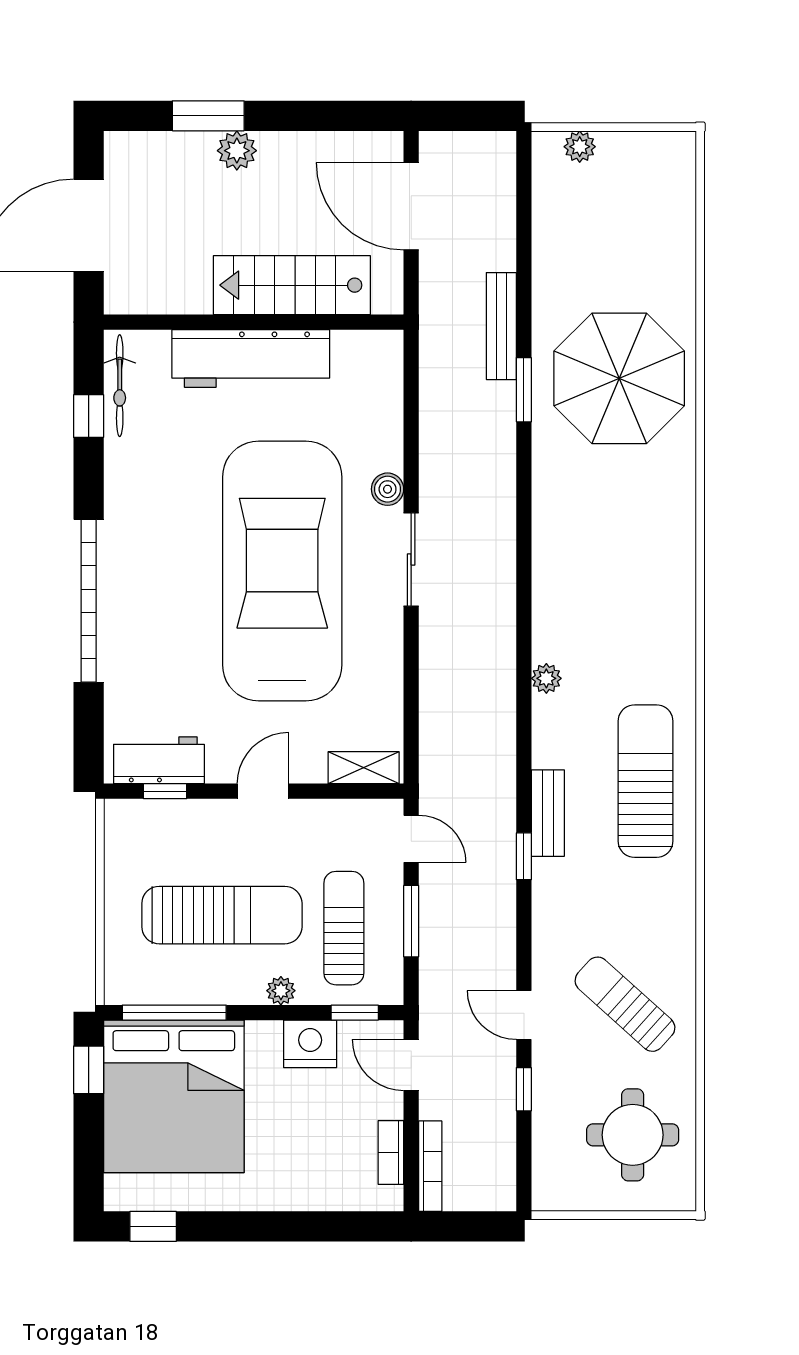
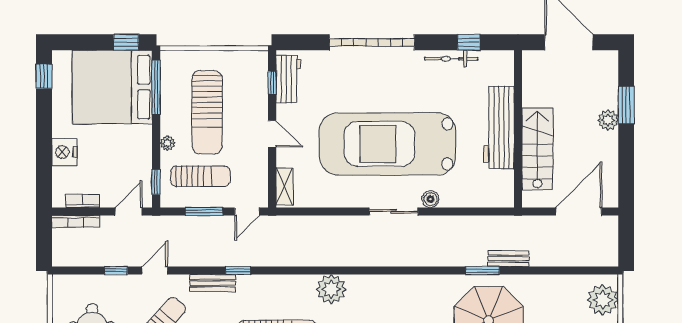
plant: (580, 147) -> (603, 300), width x1.88, depth x1.88
bench: (501, 326) -> (508, 259), width x0.73
bicycle: (120, 386) -> (451, 59), moved
car: (282, 571) -> (388, 144), turned 180
plant: (546, 678) -> (331, 289), width x1.87, depth x1.87
bench: (548, 813) -> (213, 283), moved
nightstand: (310, 1044) -> (64, 152), moved, turned 180

